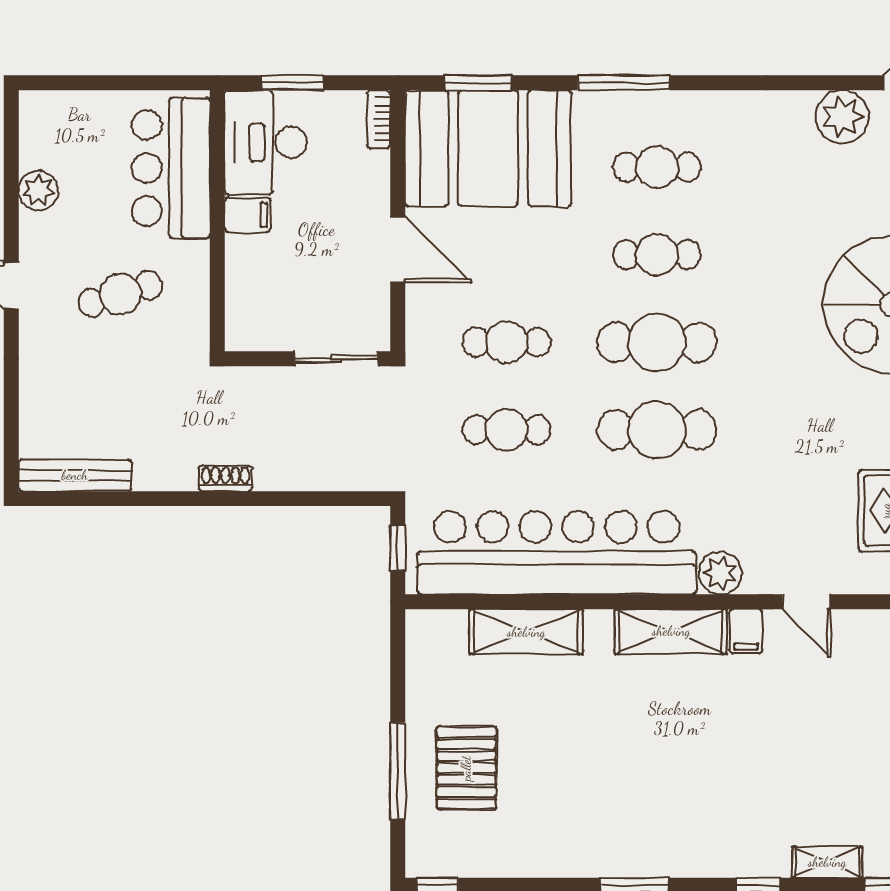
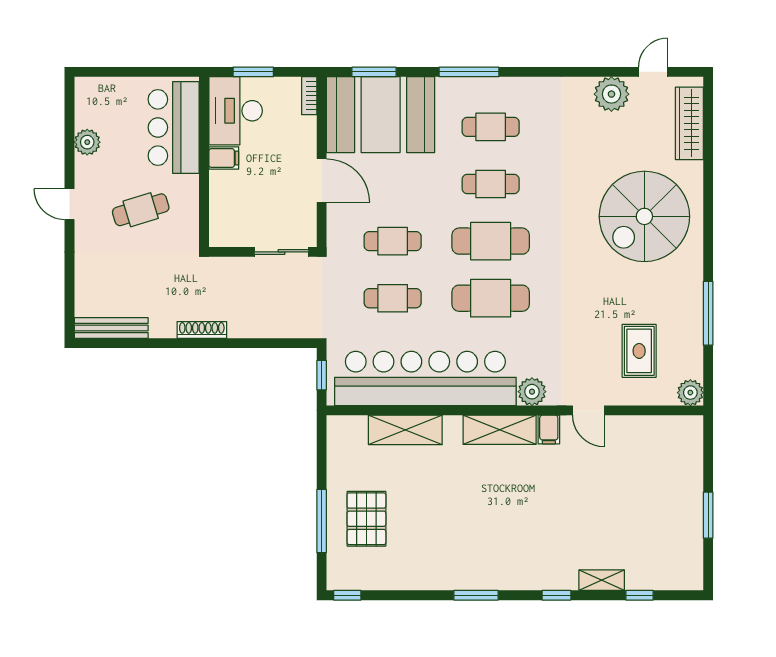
shoe rack: (225, 478) -> (202, 330), width x1.43

